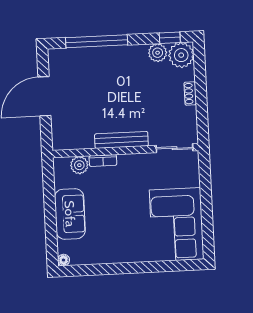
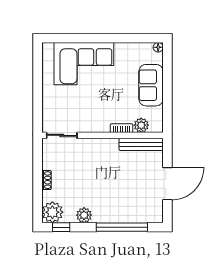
plant: (158, 53) -> (84, 215), moved
bench: (121, 140) -> (141, 144), moved
corner sofa: (177, 225) -> (84, 64), moved, turned 90

